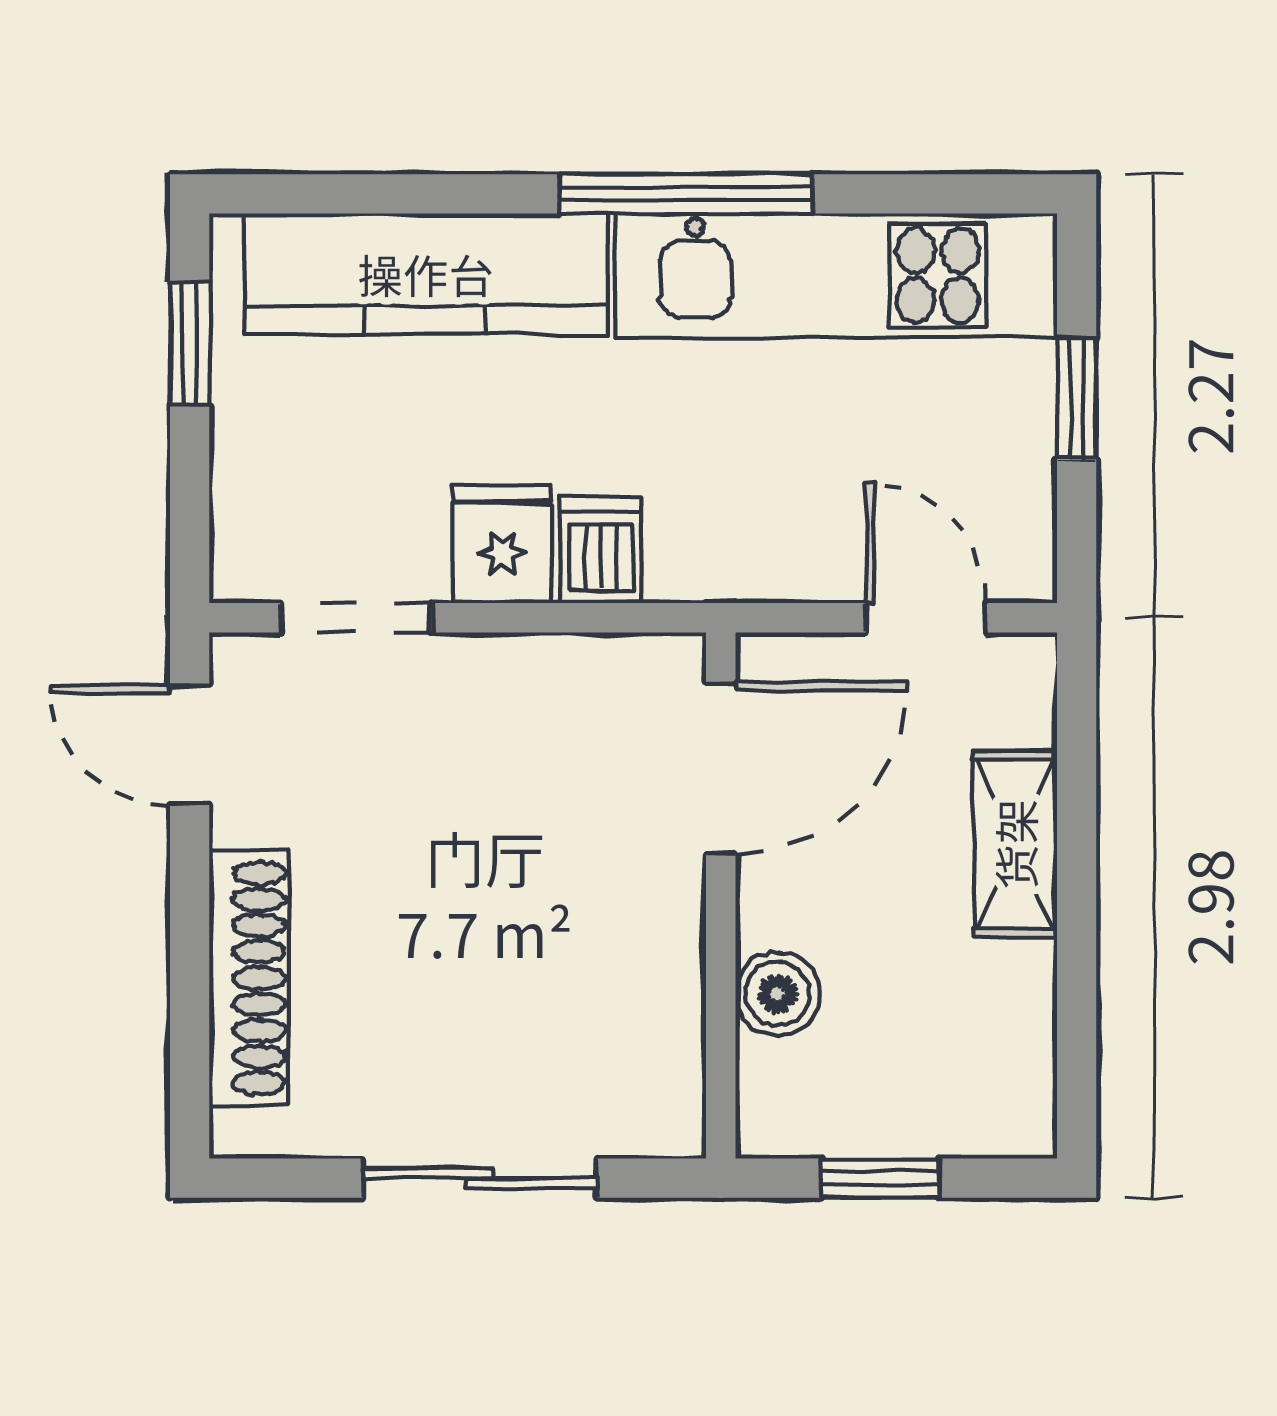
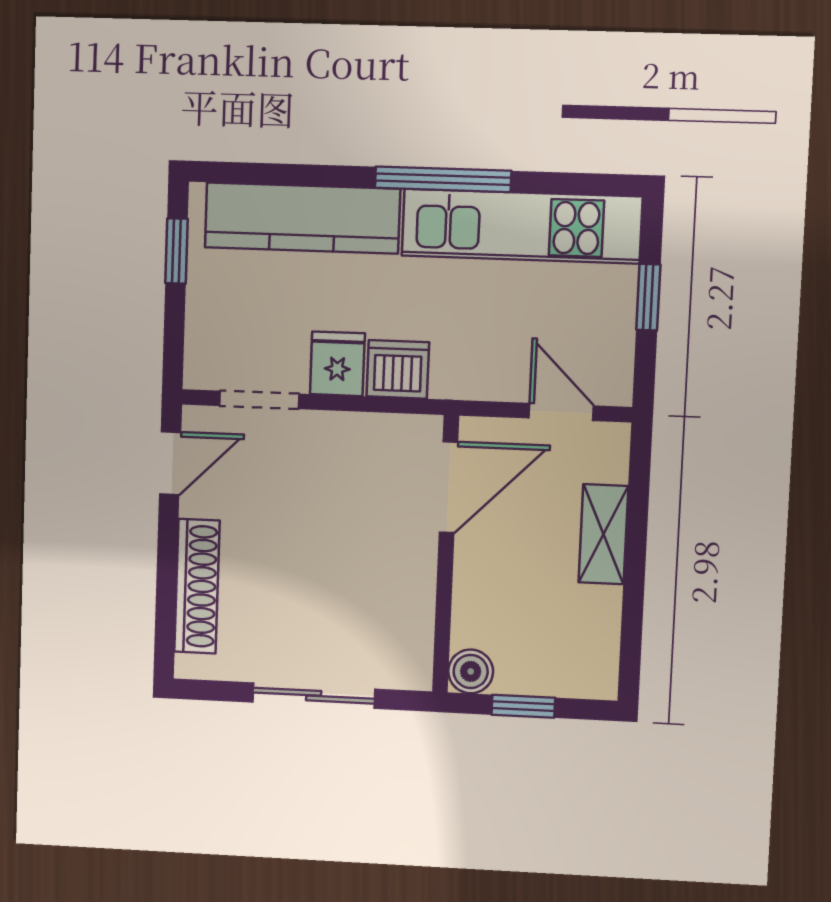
dishwasher: (601, 550) -> (398, 369), width x1.38
door: (190, 745) -> (170, 463), swing flipped
boiler: (778, 994) -> (471, 671), moved

